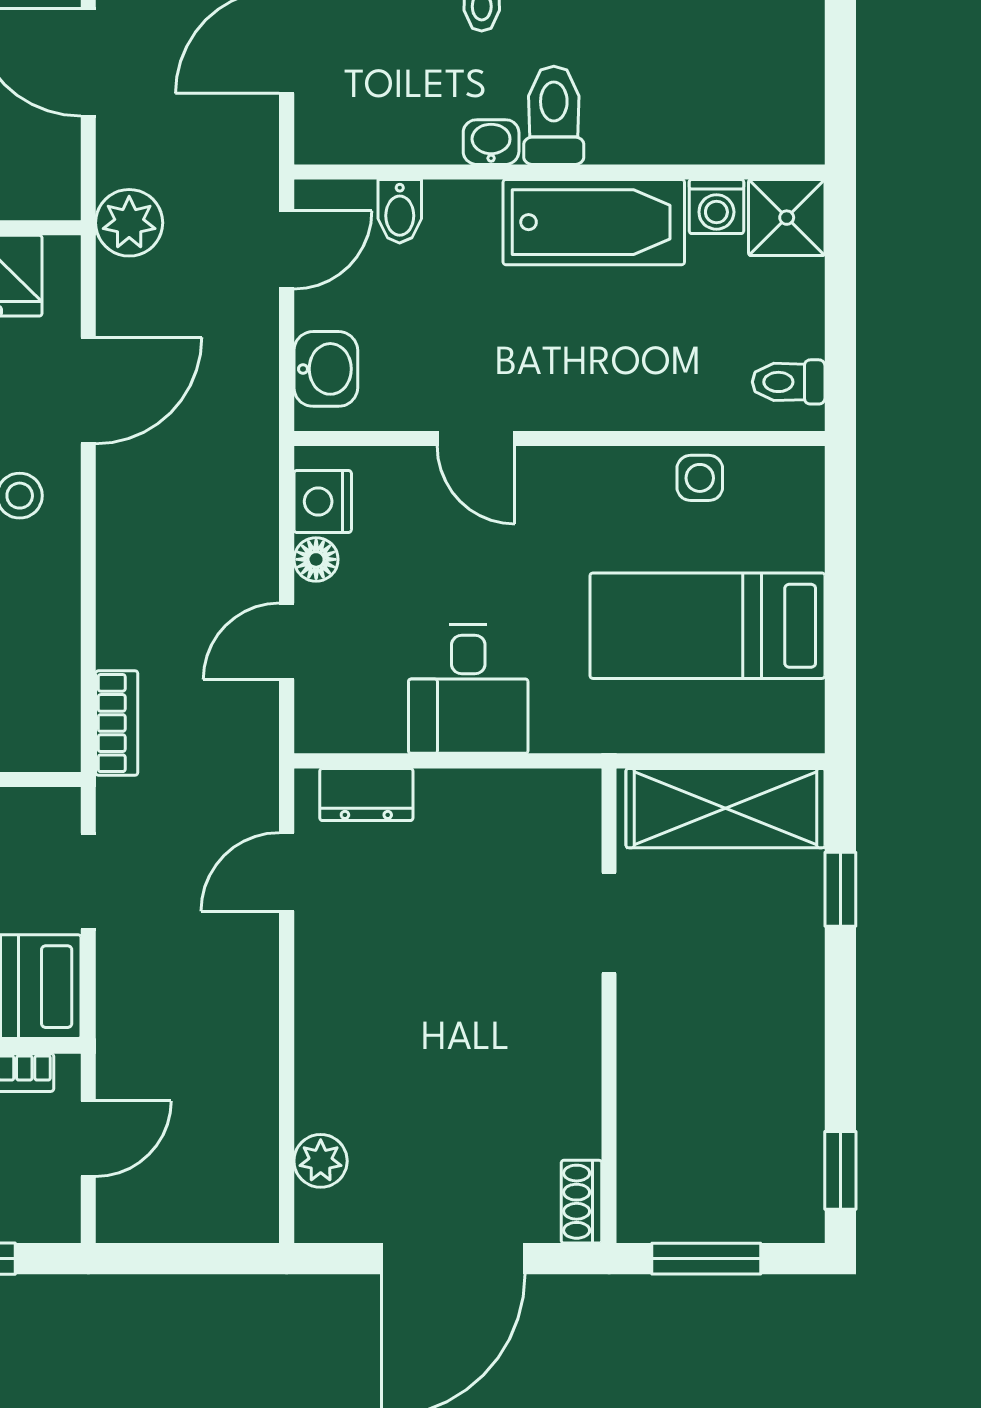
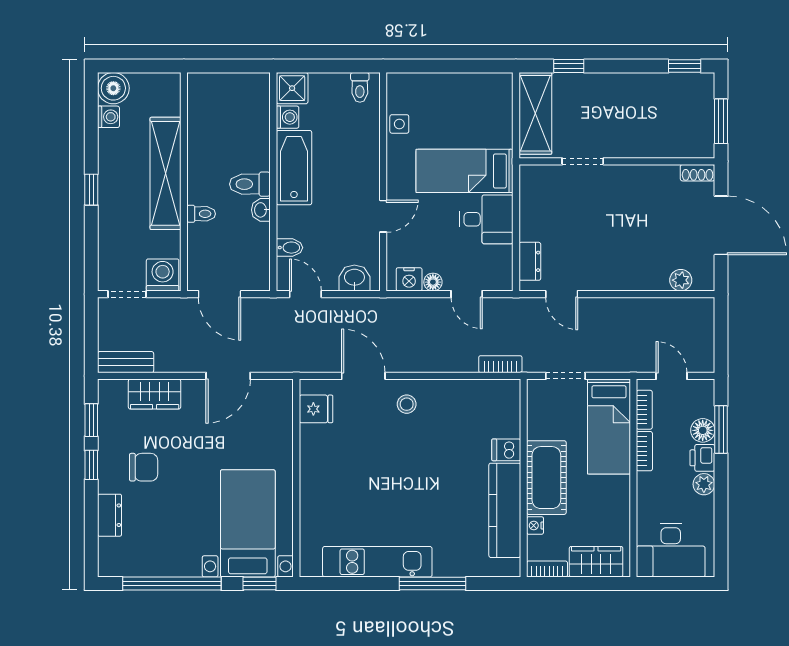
plant: (129, 223) -> (294, 359), removed
bed: (707, 626) -> (465, 171), moved, turned 90

